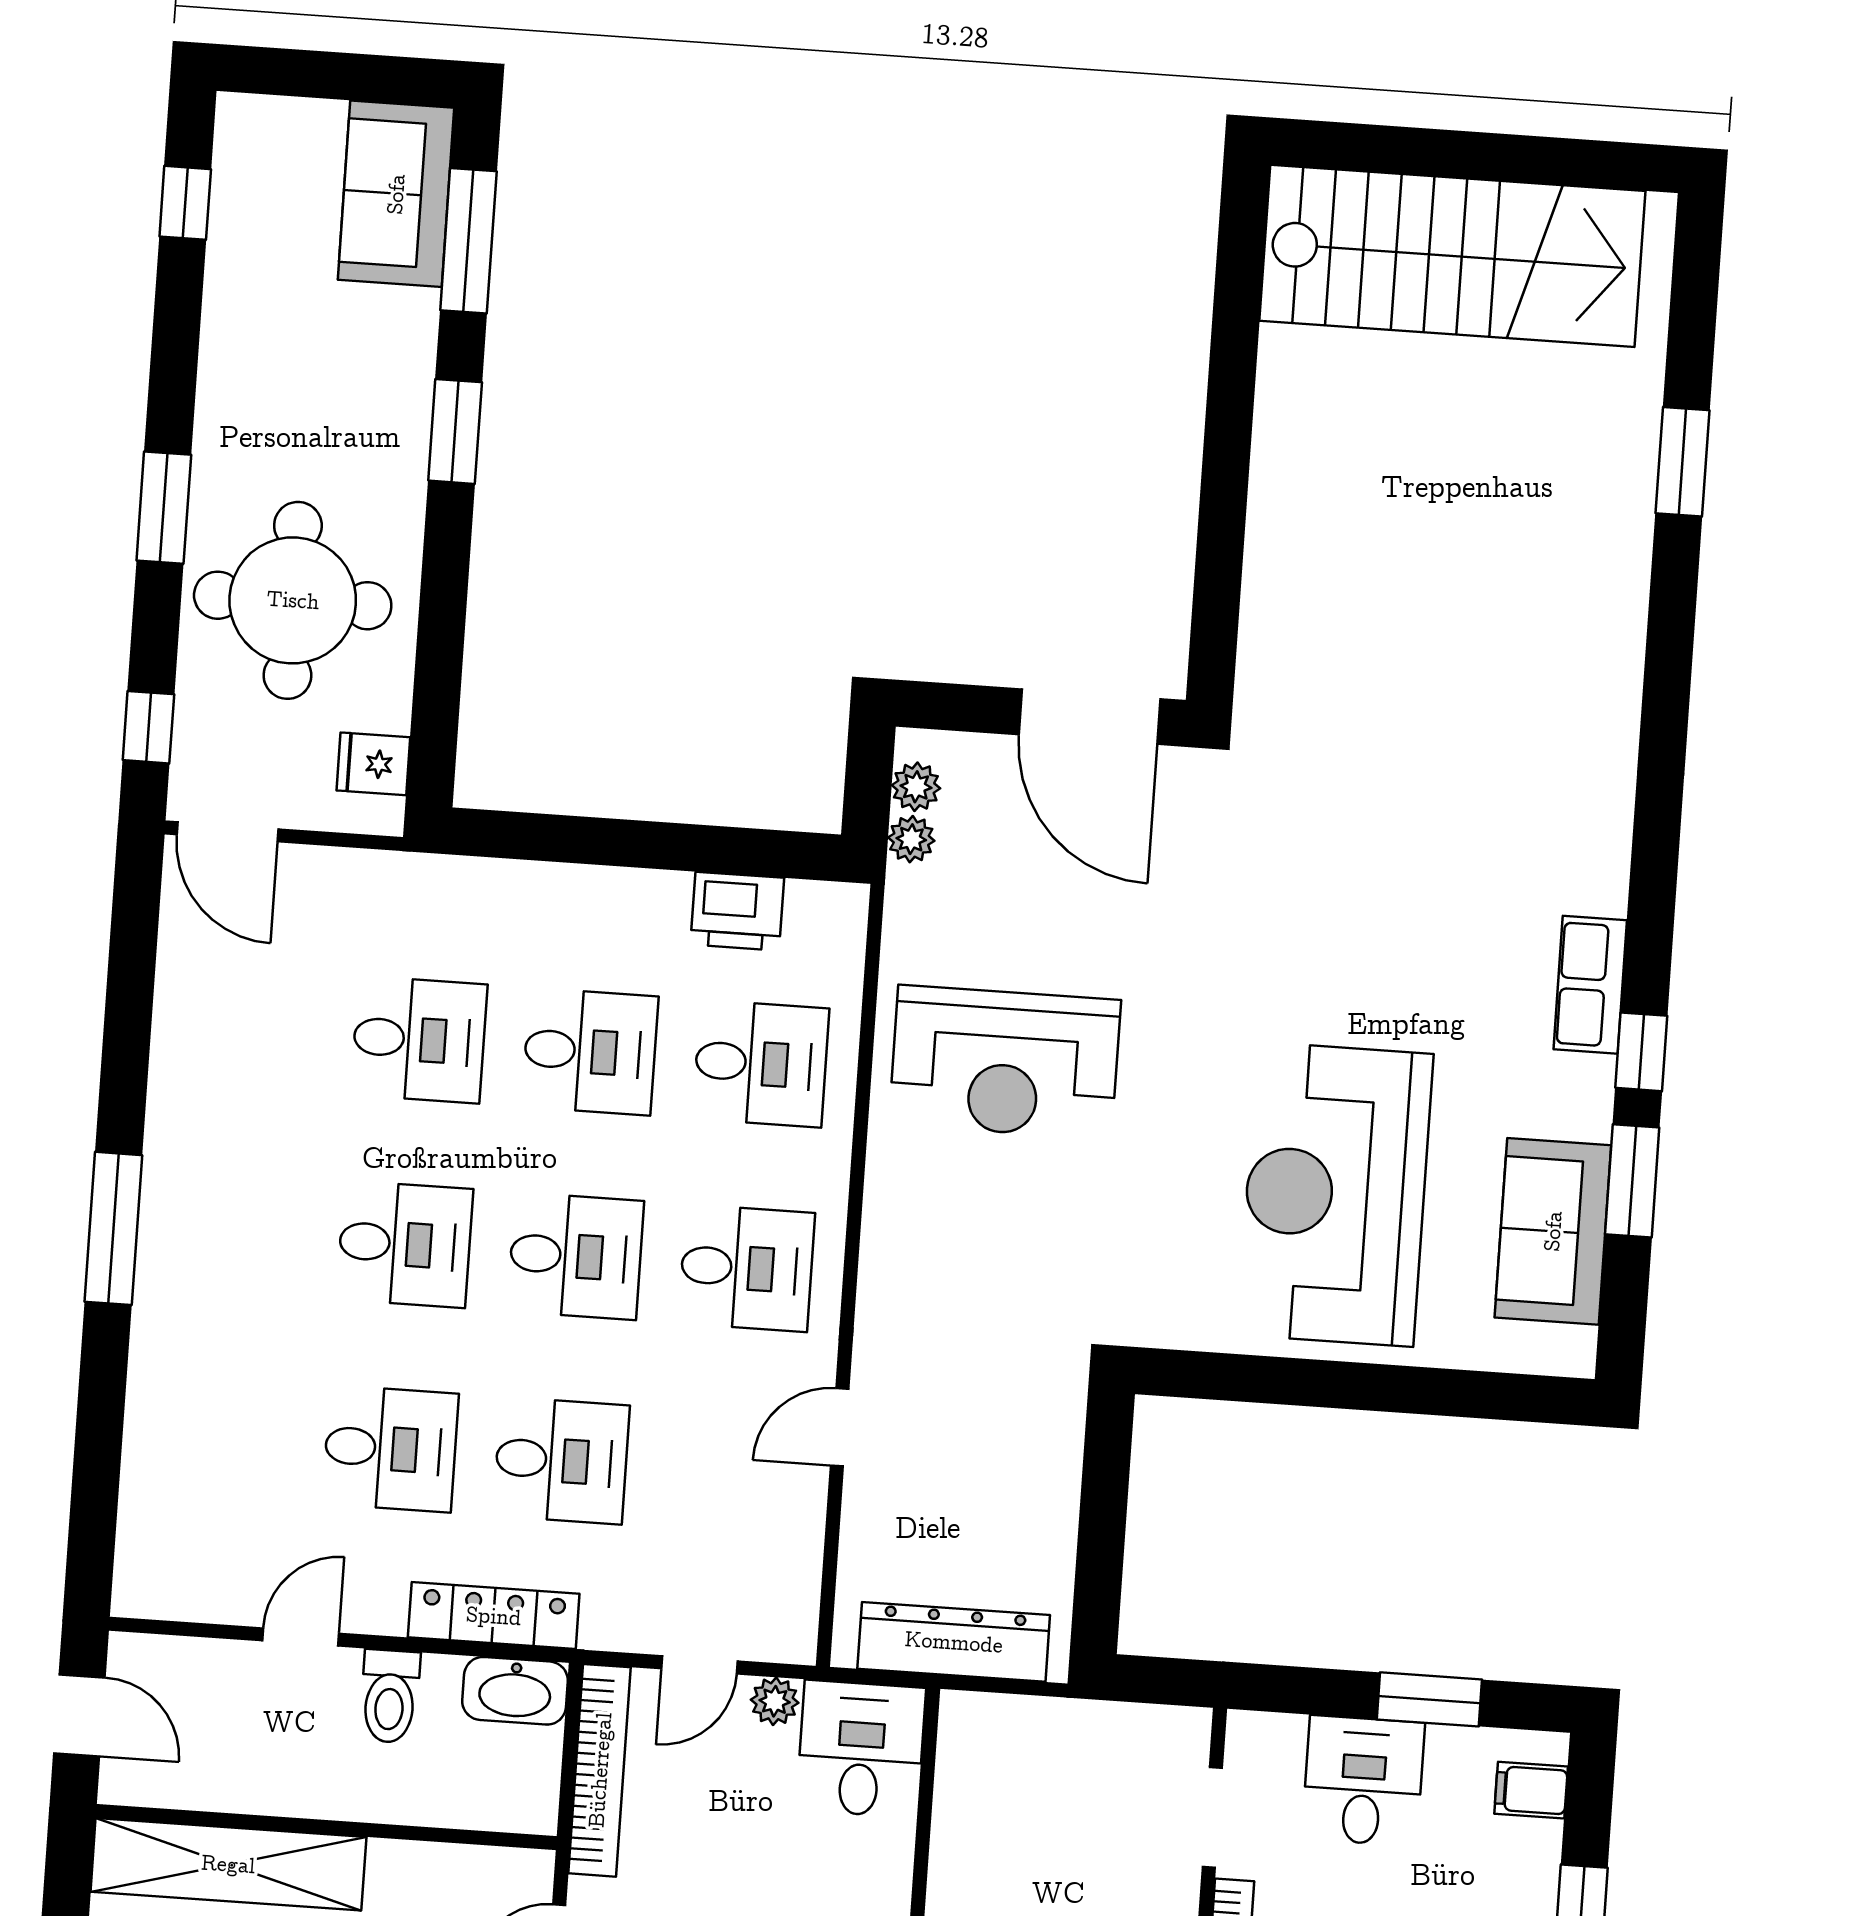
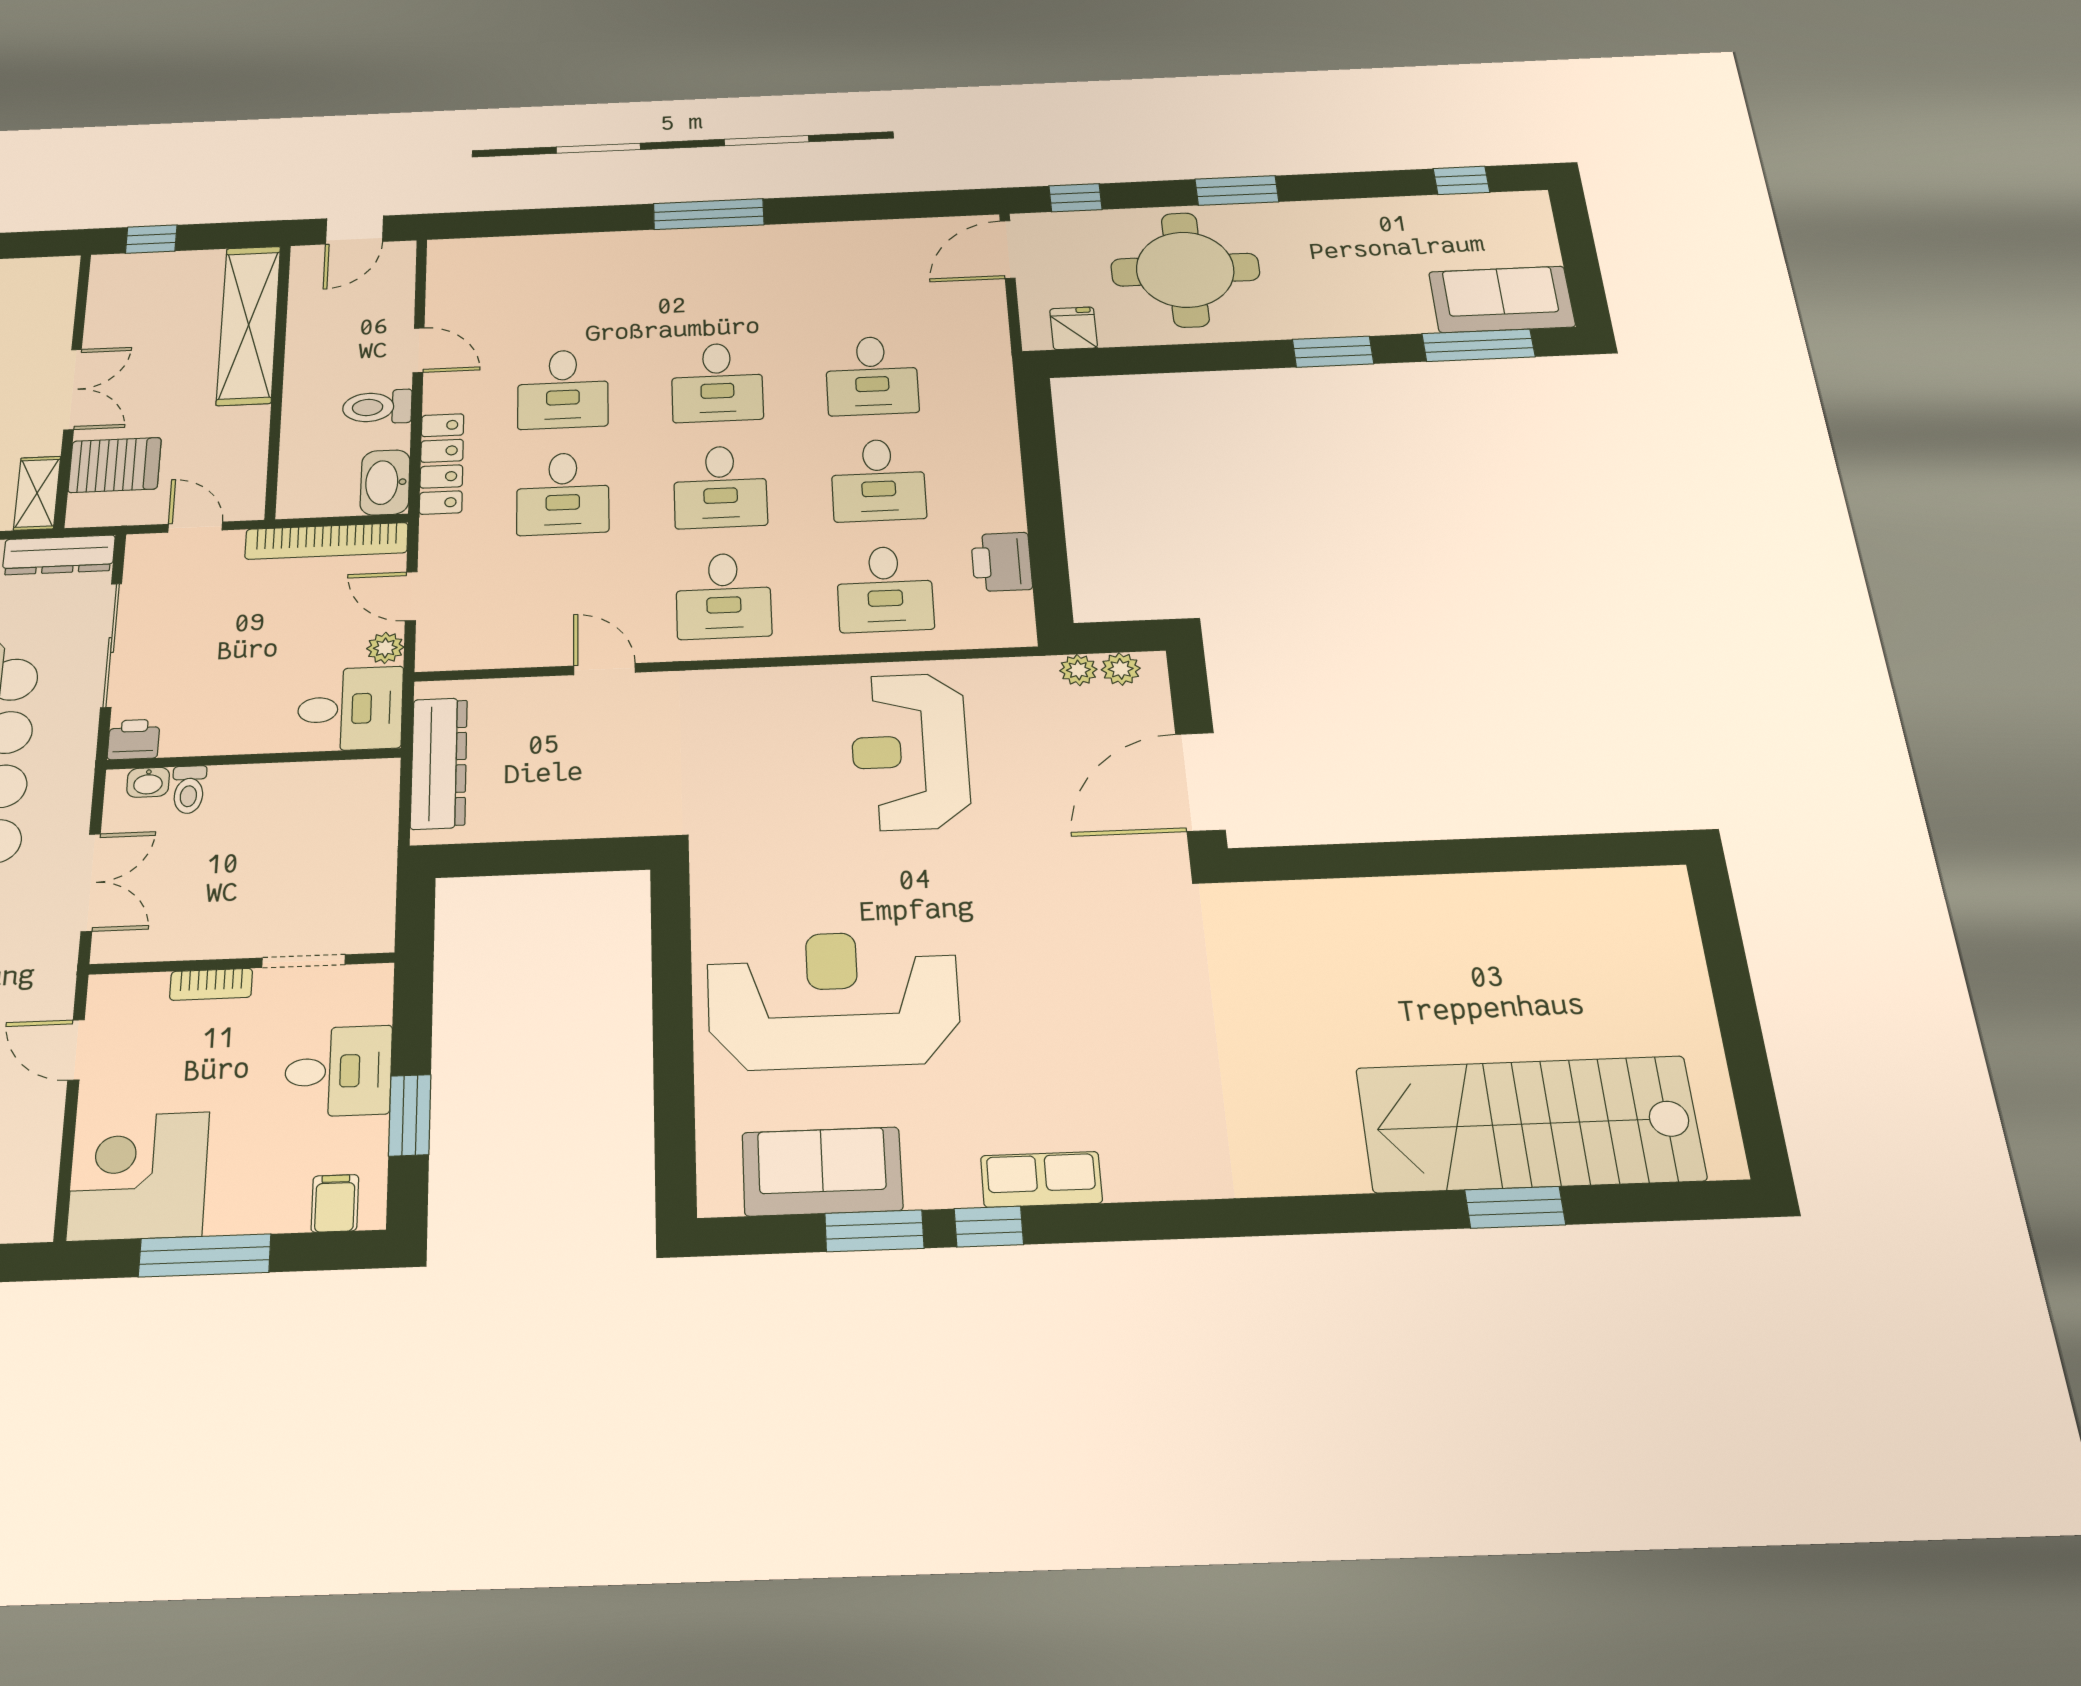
stairs: (1452, 256) -> (1530, 1124), moved, turned 90

